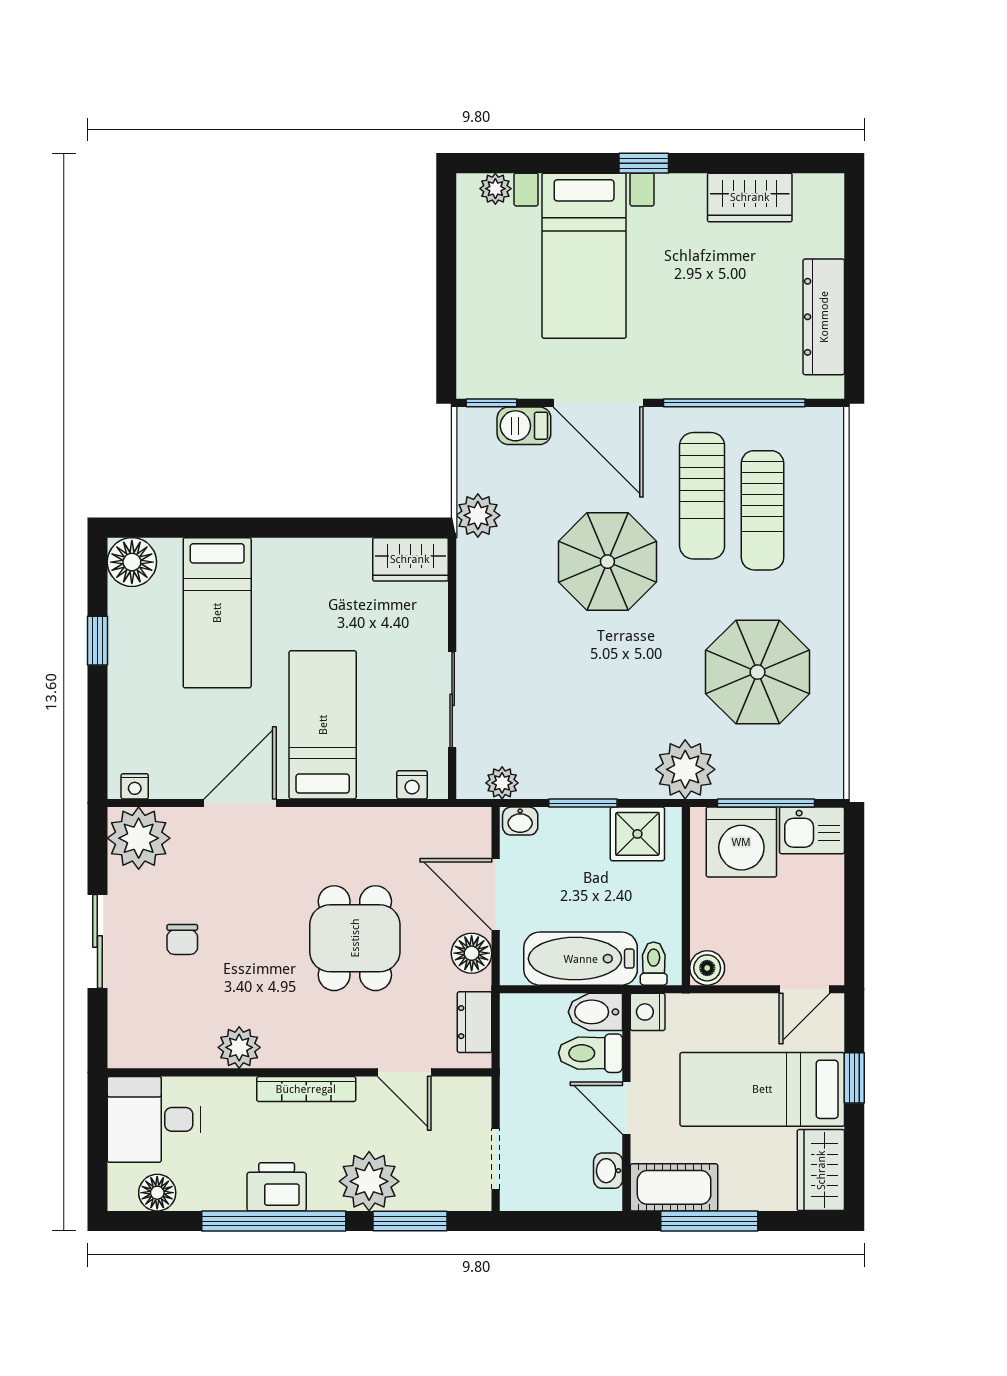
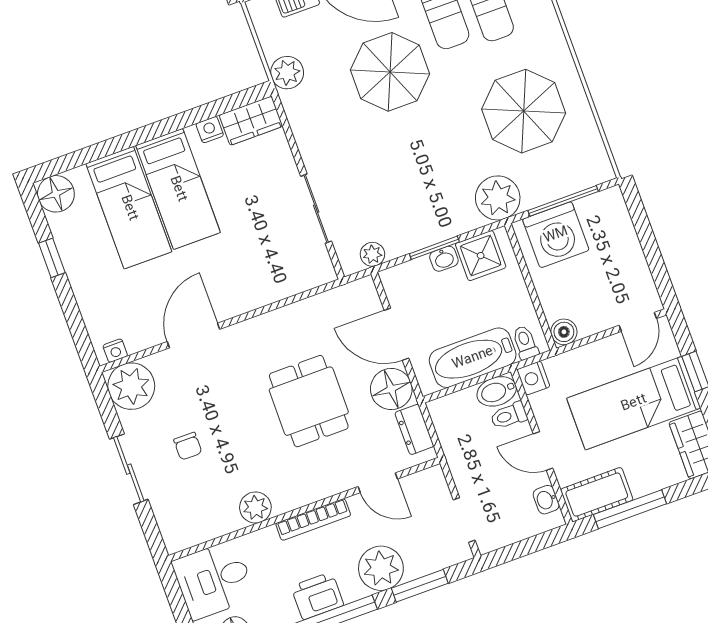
bed: (323, 725) -> (178, 189), moved, turned 180
nightstand: (412, 785) -> (210, 130), moved, turned 180
washbasin: (520, 821) -> (444, 259), moved
kitchen sink: (812, 830) -> (602, 208), removed
floor lamp: (472, 953) -> (391, 389), width x1.38, depth x1.38
toilet: (591, 1053) -> (509, 416), width x0.73, depth x0.72

